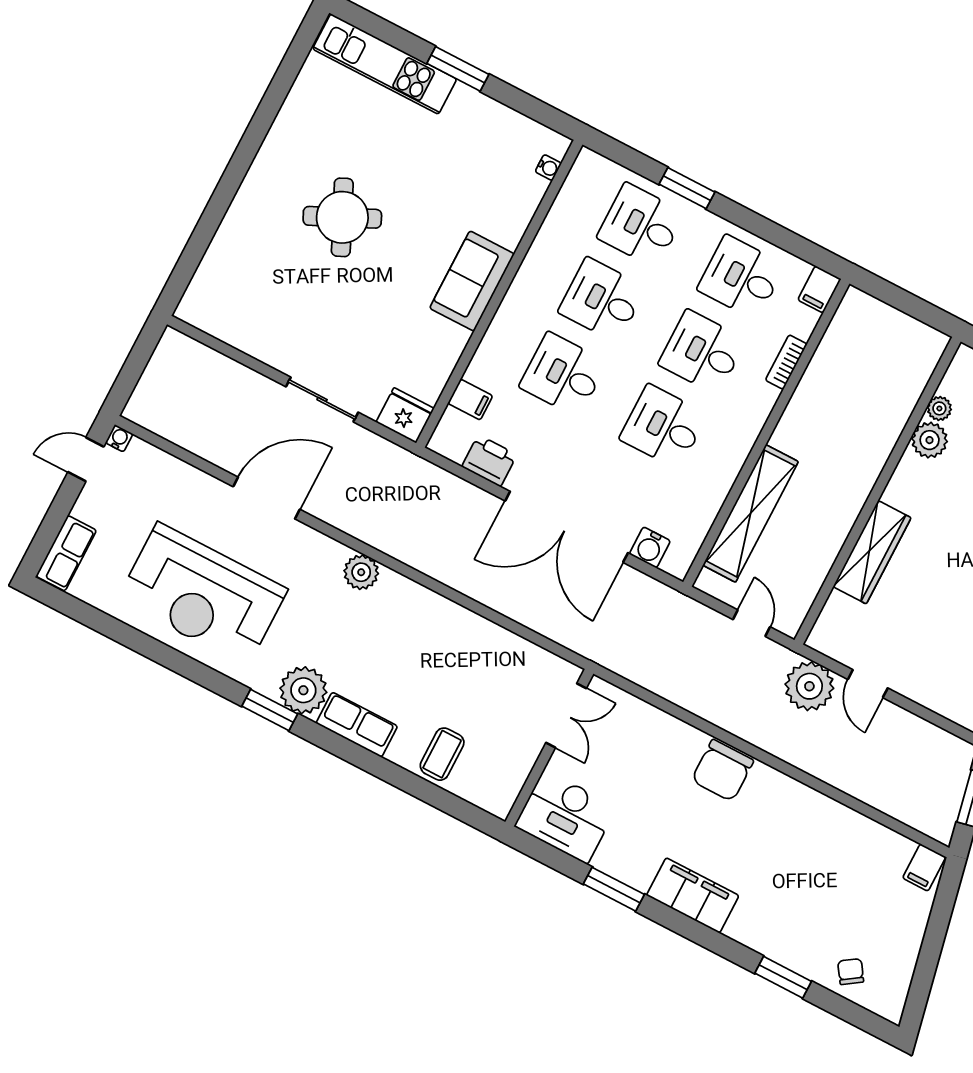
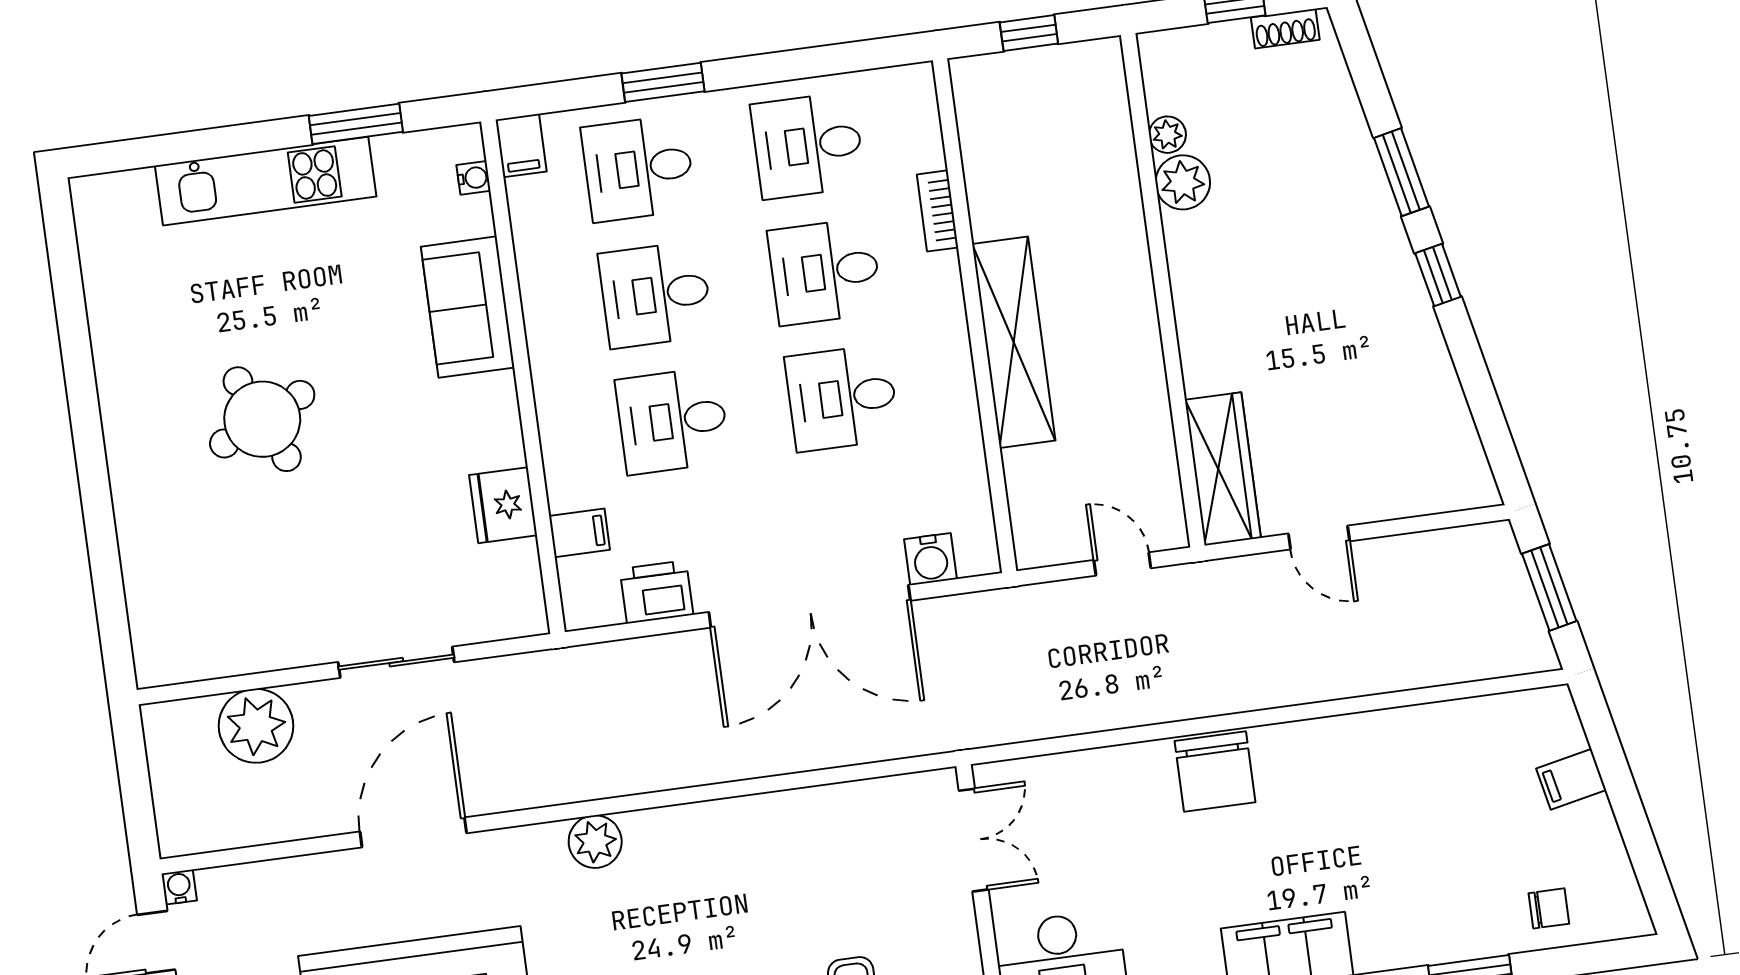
kitchen unit: (385, 64) -> (266, 181), moved
window: (458, 69) -> (356, 124), moved
sofa: (472, 281) -> (468, 307), moved
filing cabinet: (819, 289) -> (521, 146), moved
window: (903, 301) -> (1029, 33), added
fridge: (405, 415) -> (503, 505), moved, turned -90
shelving: (751, 513) -> (1014, 342), moved
wardrobe: (872, 552) -> (1223, 469), moved
plant: (809, 686) -> (256, 726), moved
filing cabinet: (924, 868) -> (1571, 779), moved, turned 78
chair: (851, 972) -> (1549, 908), turned 124

